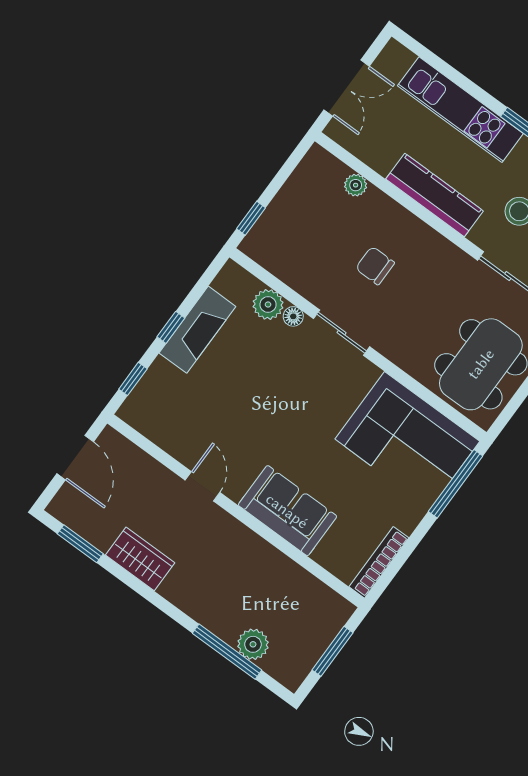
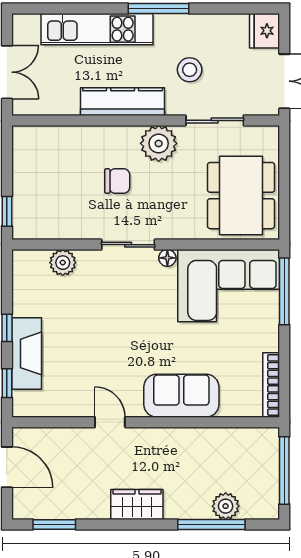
plant: (356, 185) -> (159, 143), moved, width x1.88, depth x1.88
chair: (375, 266) -> (117, 181), turned 180
floor lamp: (293, 316) -> (167, 258), moved
fireplace: (197, 330) -> (27, 353), moved
wardrobe: (140, 559) -> (137, 504), moved
window: (332, 651) -> (284, 470), width x1.44

